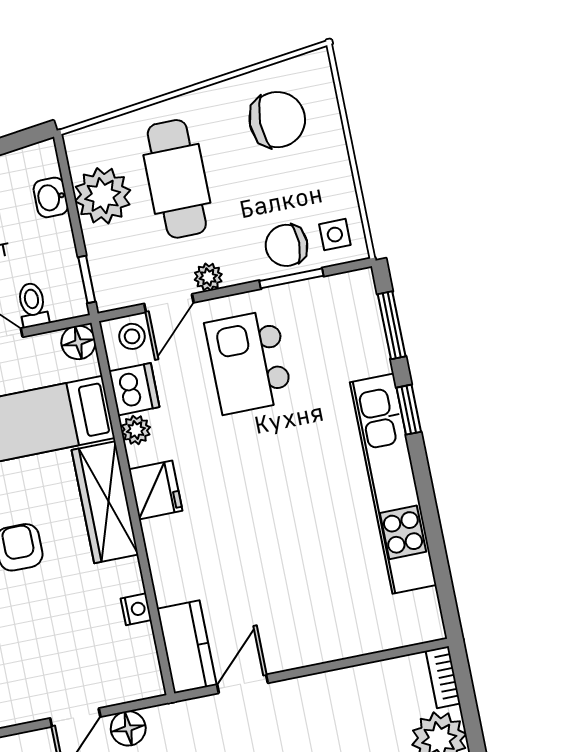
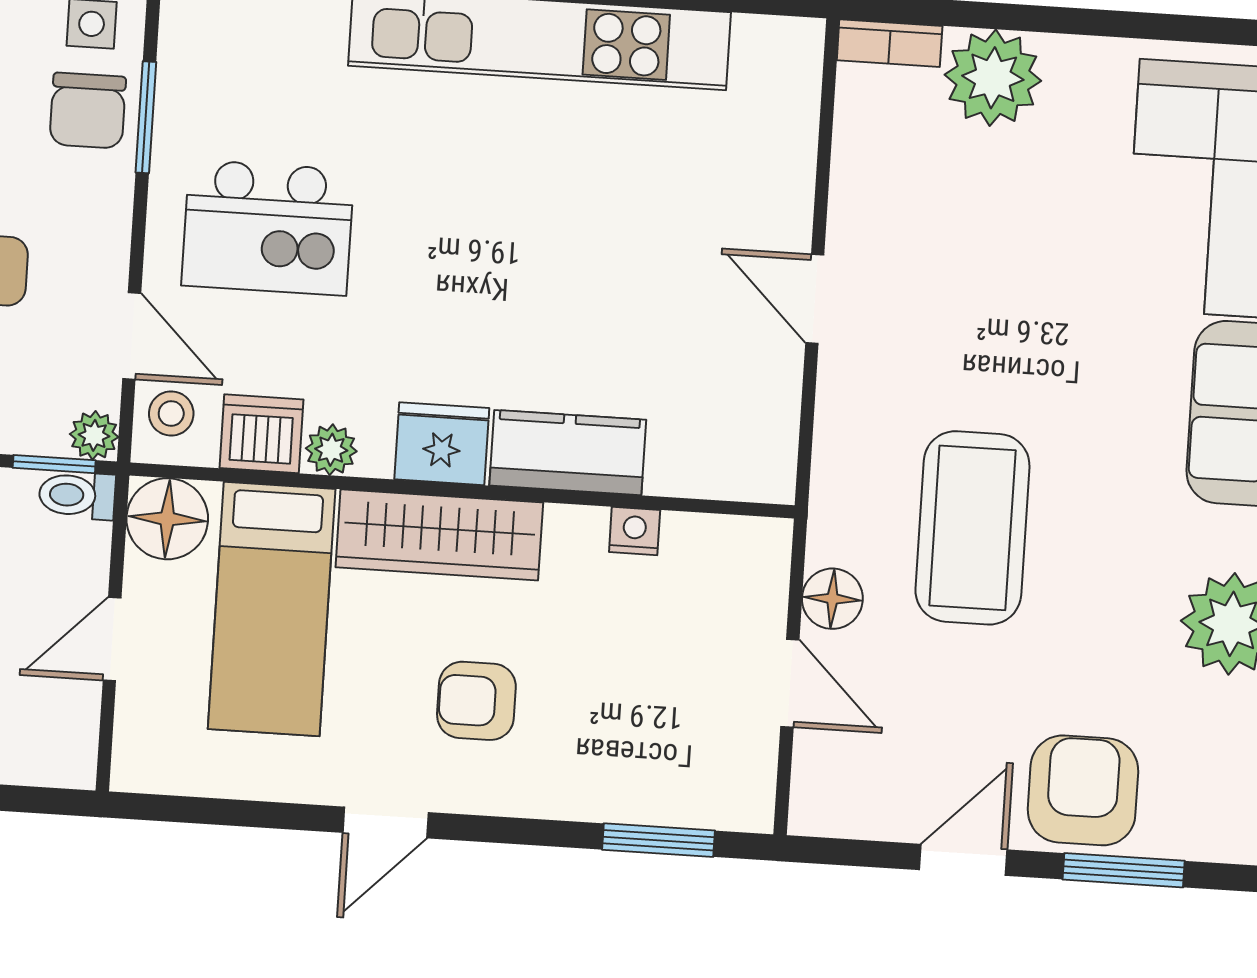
plant: (208, 277) -> (94, 435), moved
toilet: (33, 305) -> (77, 495), moved
floor lamp: (78, 342) -> (167, 519), width x1.38, depth x1.38
kitchen counter: (187, 647) -> (568, 453), moved
door: (242, 684) -> (815, 299), moved

